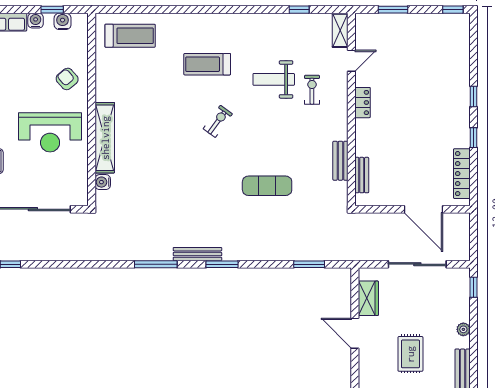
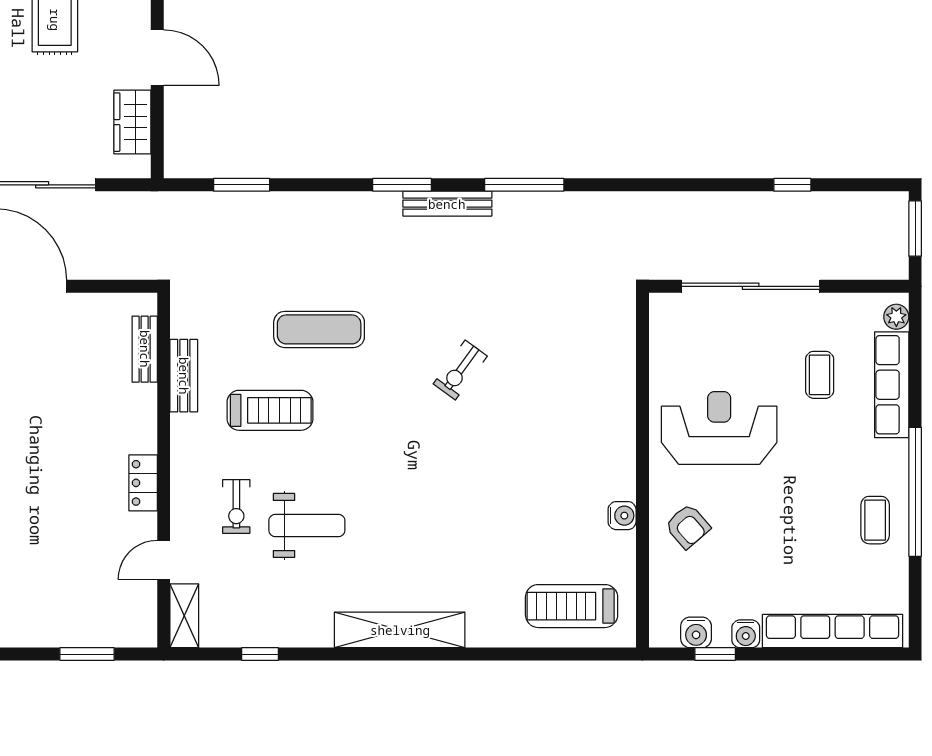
treadmill: (207, 64) -> (270, 410), moved
exercise bike: (218, 121) -> (460, 370), moved
shelving: (105, 138) -> (400, 630), moved, turned 90
water cooler: (103, 182) -> (622, 516), moved

